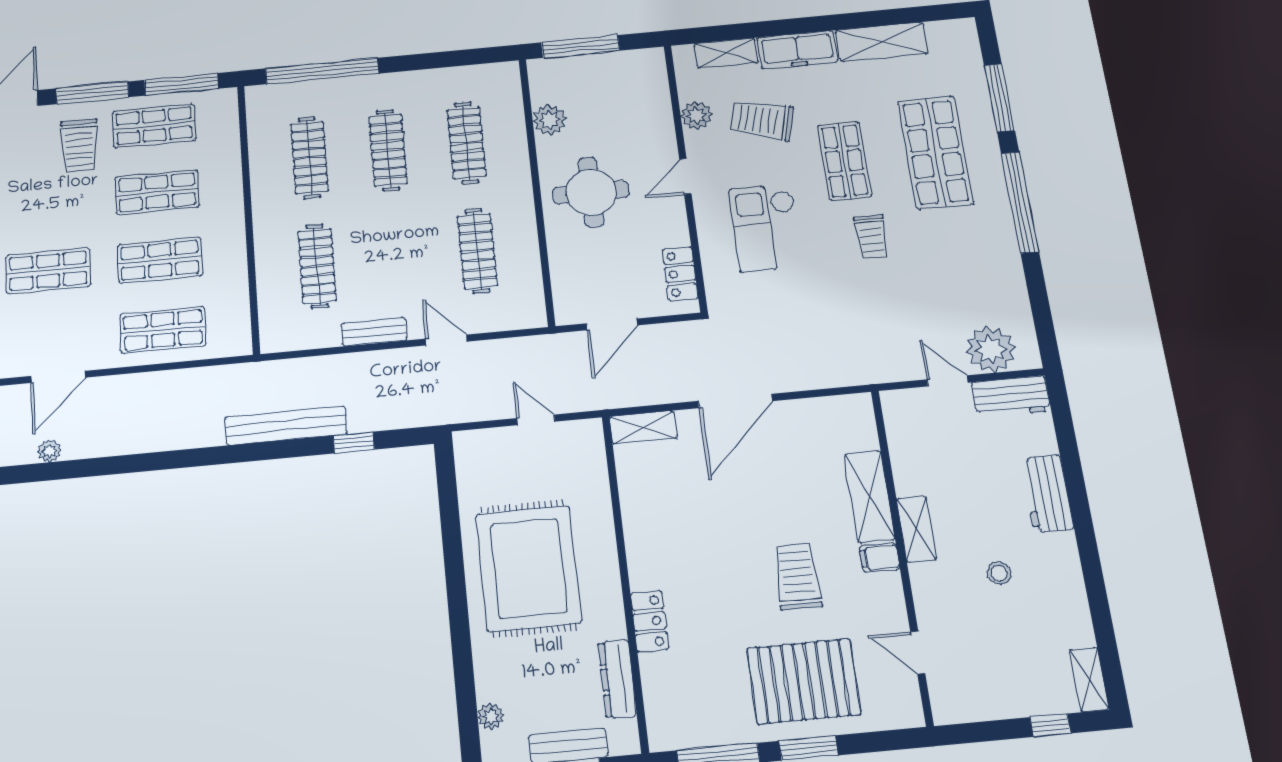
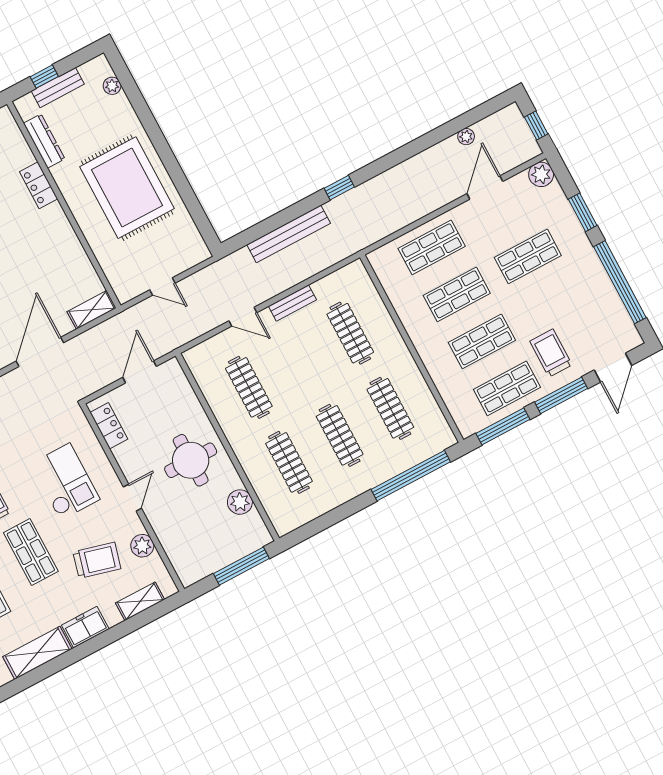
freezer: (797, 50) -> (85, 627), width x0.71
bench: (286, 426) -> (289, 234), moved
window: (354, 442) -> (339, 188), moved

